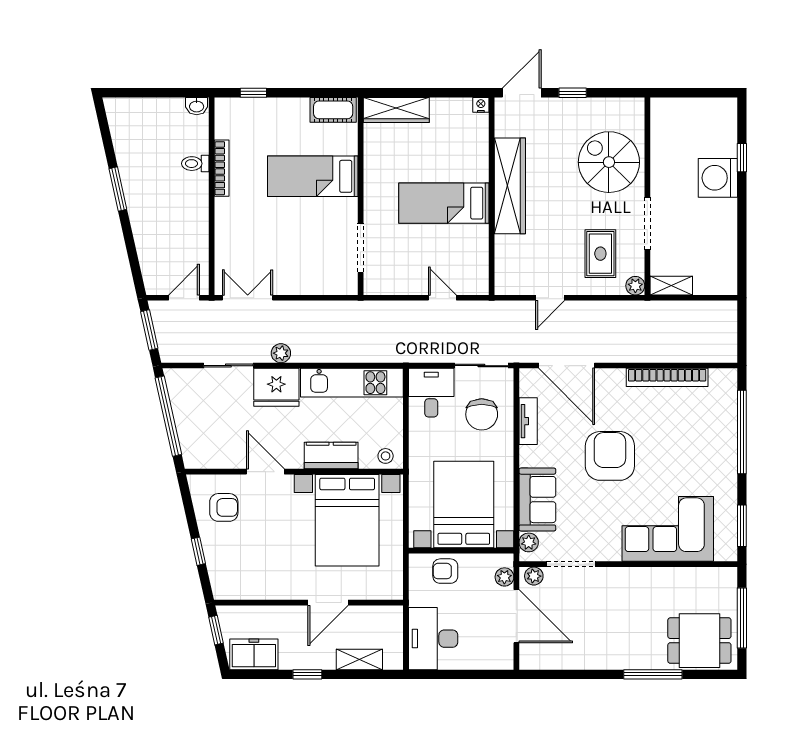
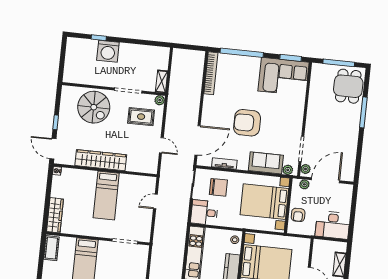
spiral stairs: (609, 162) -> (94, 107), turned -90
bookcase: (667, 377) -> (211, 73), moved
corner sofa: (668, 529) -> (284, 77), moved, turned -90

